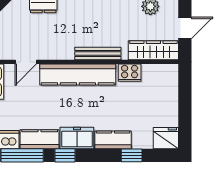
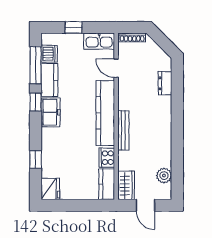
wardrobe: (153, 50) -> (126, 185), width x0.67
kitchen counter: (113, 140) -> (107, 184), moved, turned 180

